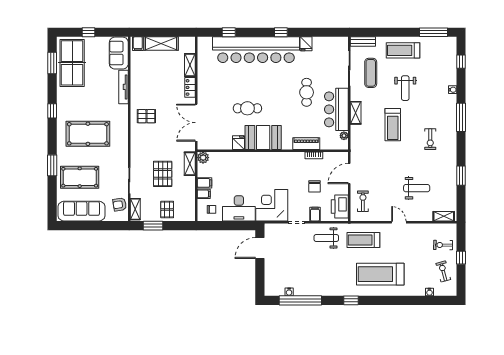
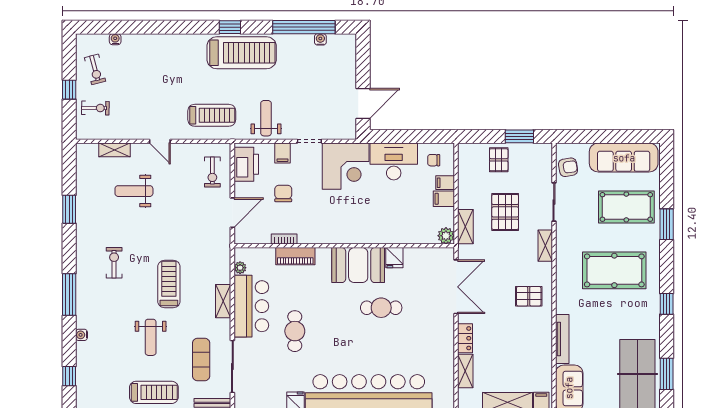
weight bench: (405, 88) -> (151, 337), turned 180
shelving: (135, 209) -> (545, 246), moved
shelving: (444, 216) -> (114, 150), moved
weight bench: (326, 238) -> (266, 118), turned -90
treadmill: (380, 274) -> (242, 53), moved

